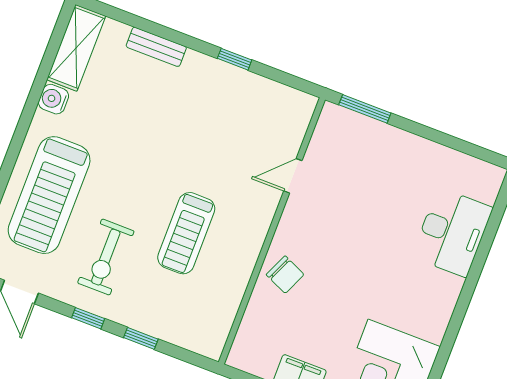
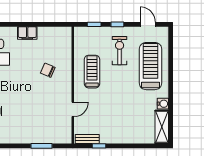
bench: (156, 47) -> (87, 139), moved
door: (293, 176) -> (73, 109), moved
wall: (272, 231) -> (73, 85), moved

